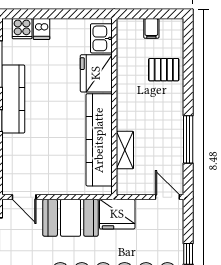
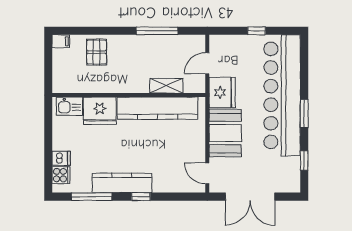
filing cabinet: (151, 28) -> (61, 41), moved
door: (24, 197) -> (207, 173), swing flipped
door: (167, 197) -> (207, 63), moved

